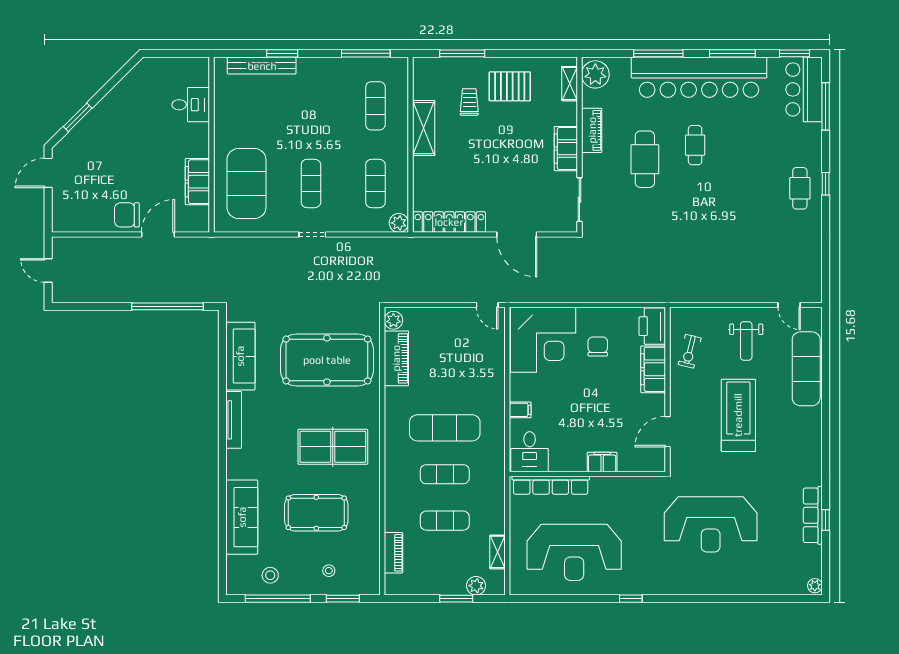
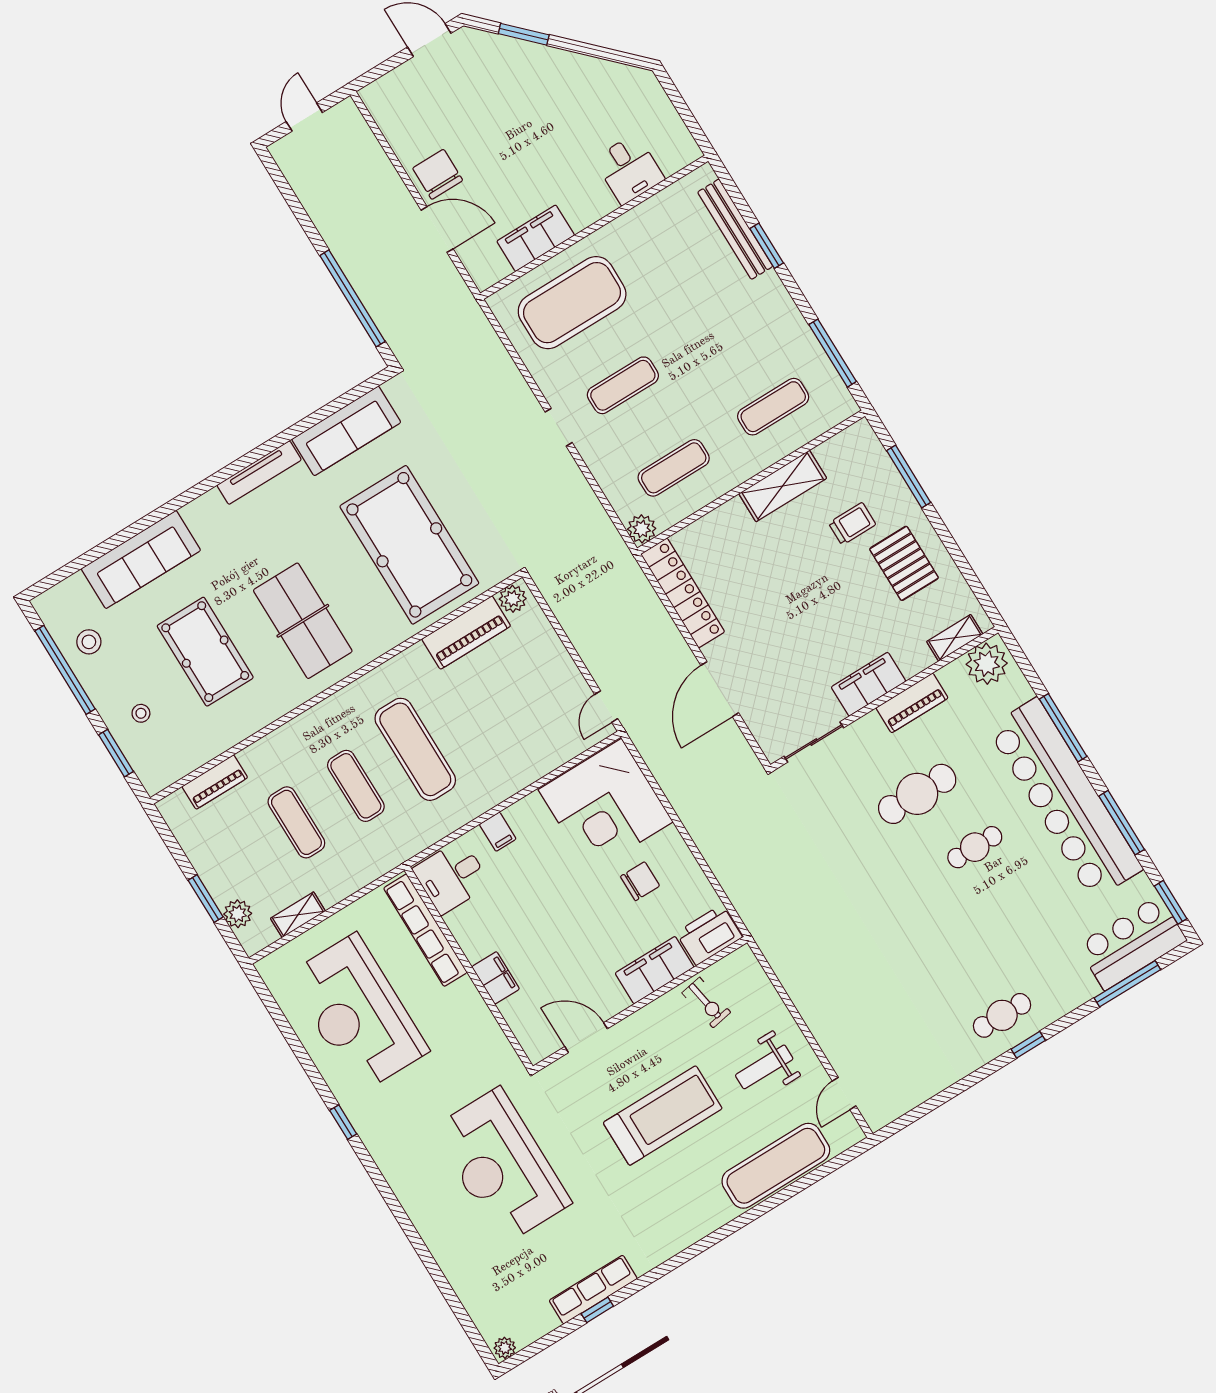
exercise bike: (690, 351) -> (706, 1003), turned -114

